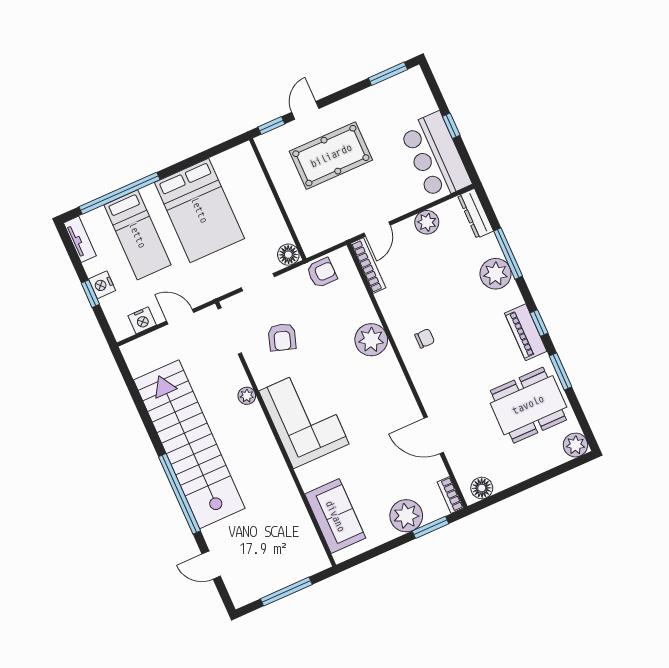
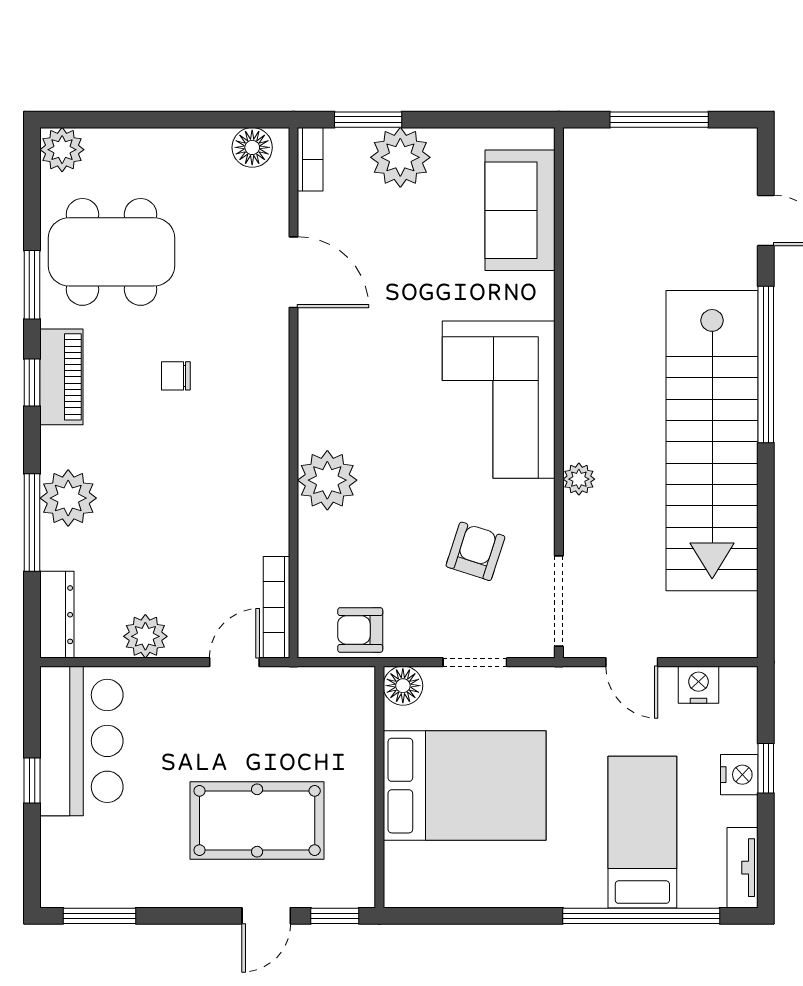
bed: (199, 210) -> (465, 786), moved, turned 90
chair: (425, 338) -> (176, 376), moved

